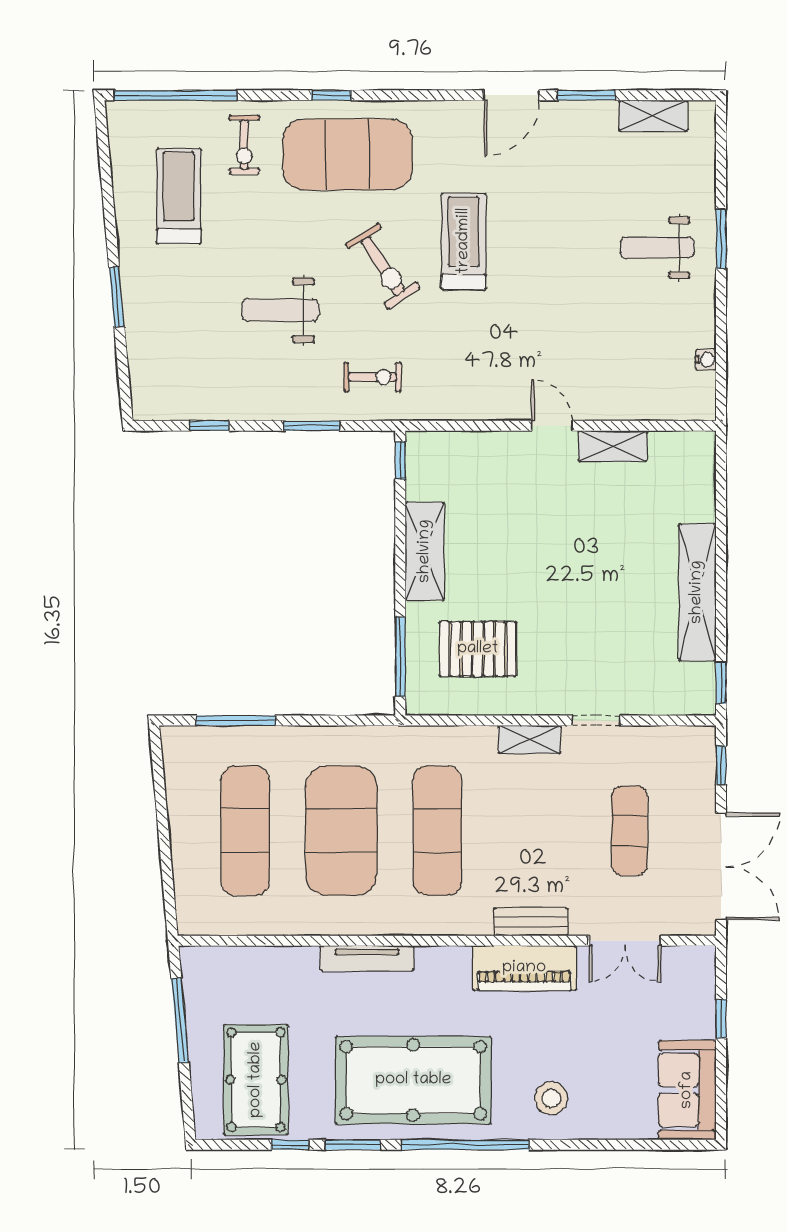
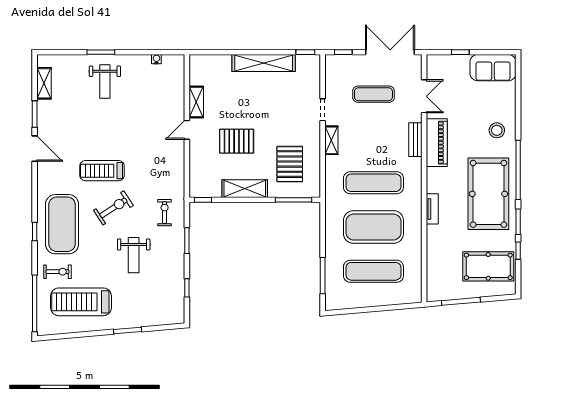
treadmill: (179, 196) -> (81, 302), width x1.37, depth x1.38
pallet: (528, 533) -> (237, 141), added
tv unit: (367, 958) -> (432, 209), width x0.71

